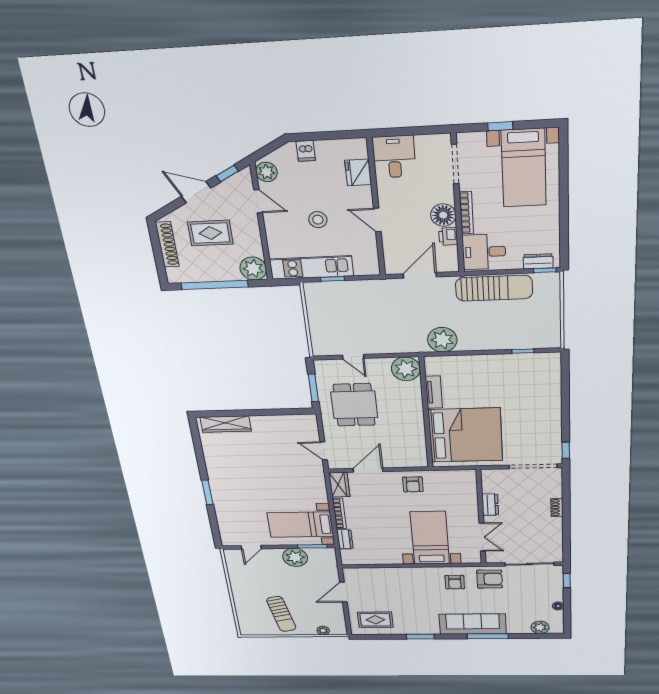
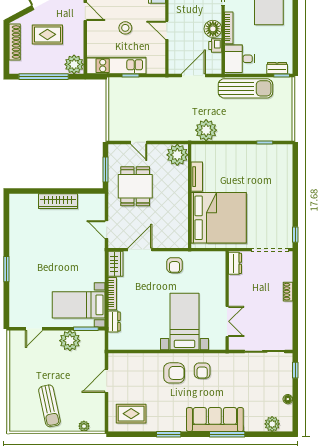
wardrobe: (226, 424) -> (58, 201), moved
dresser: (490, 505) -> (235, 263), moved
armchair: (490, 579) -> (174, 373), moved

